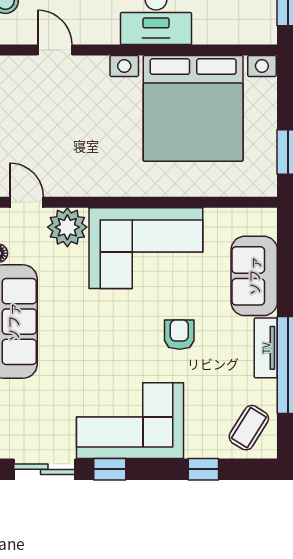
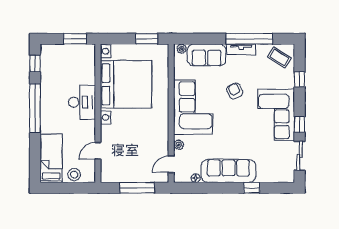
plant: (267, 224) -> (182, 49), added
plant: (67, 227) -> (179, 145), width x0.53, depth x0.53
armchair: (179, 335) -> (235, 91), turned 64

